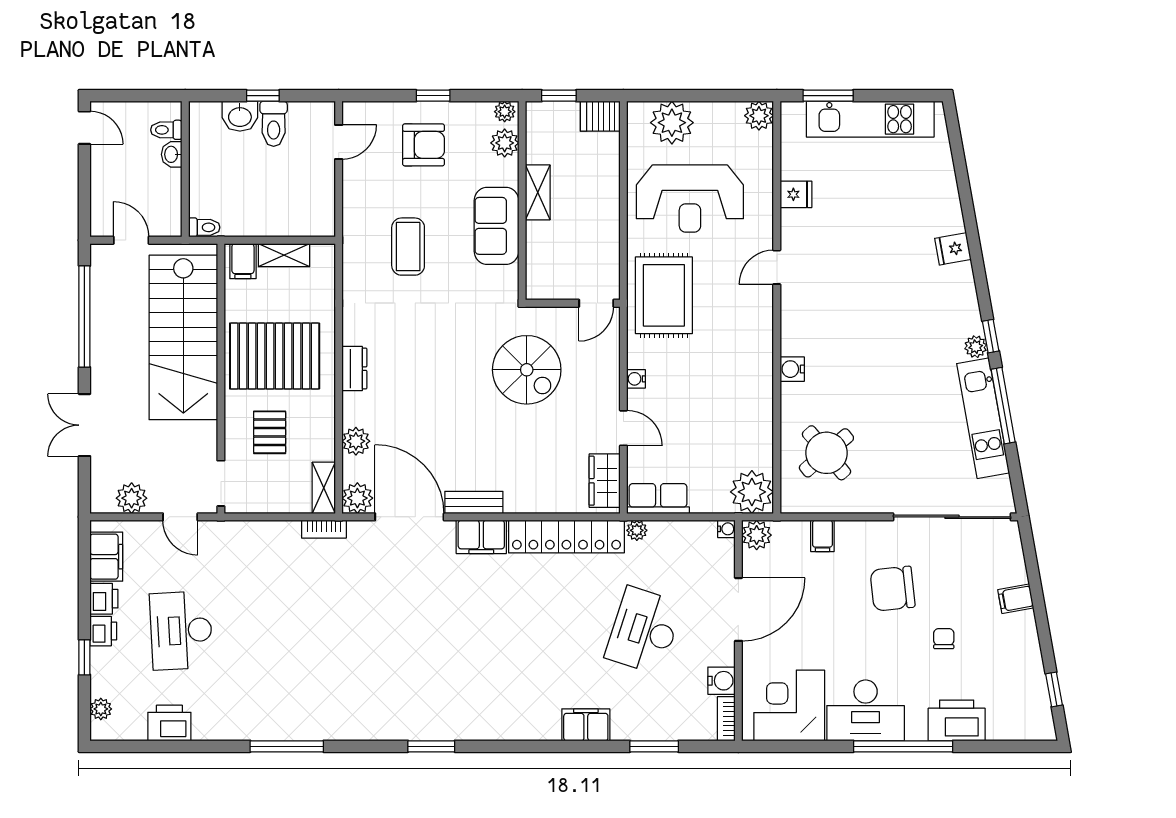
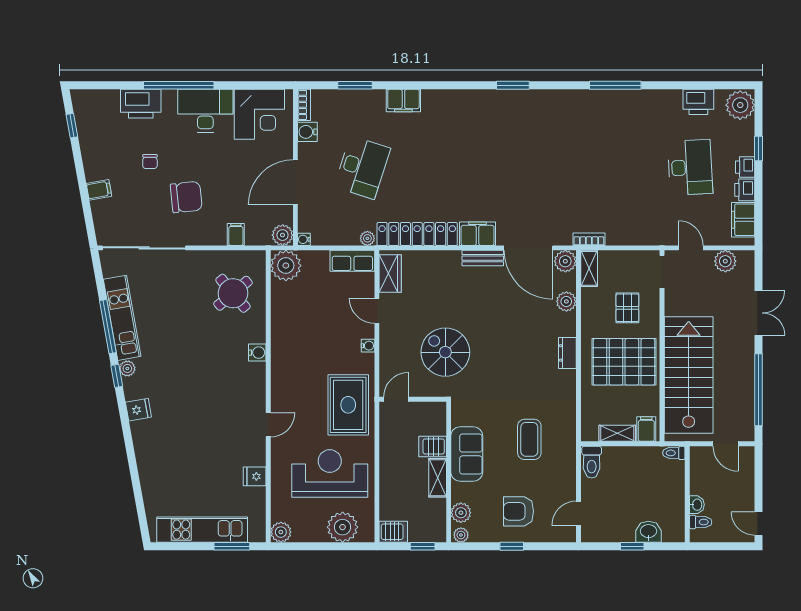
toilet: (274, 124) -> (592, 462), moved, turned 180
server rack: (545, 237) -> (433, 446), added
fridge: (953, 249) -> (138, 410), moved
plant: (101, 709) -> (740, 105), width x1.88, depth x1.88

